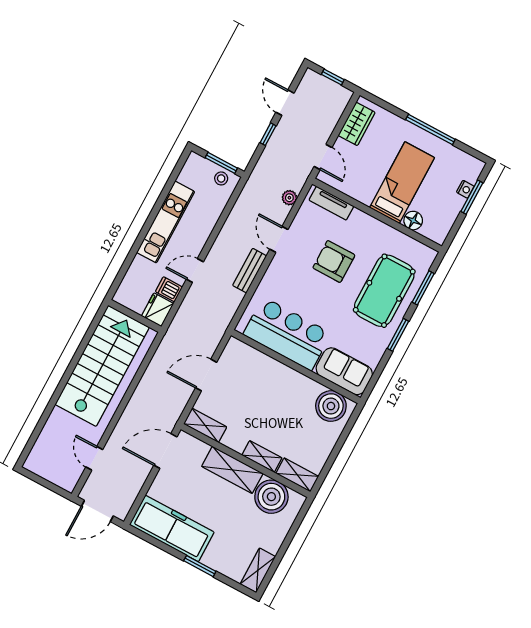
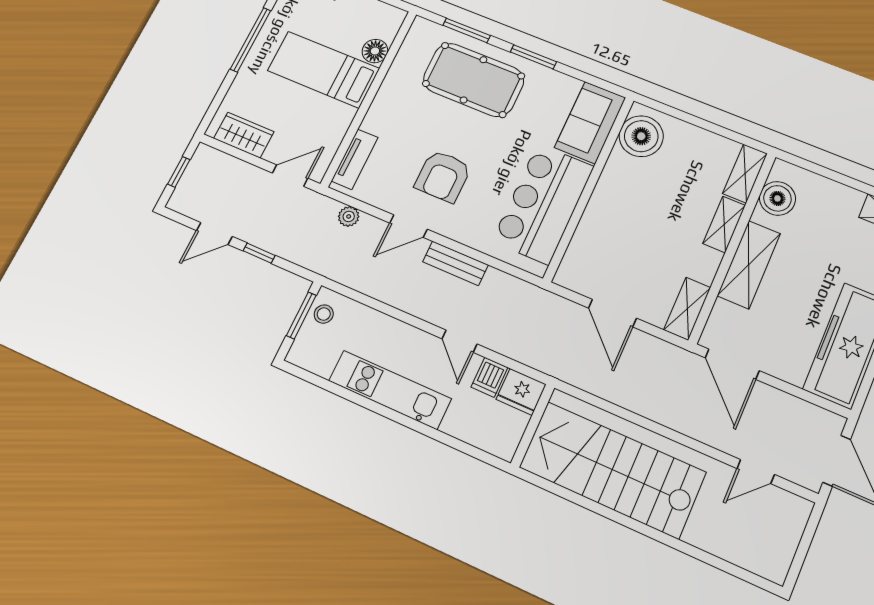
armchair: (334, 261) -> (443, 176), moved
boiler: (271, 497) -> (777, 198), width x0.73, depth x0.73

